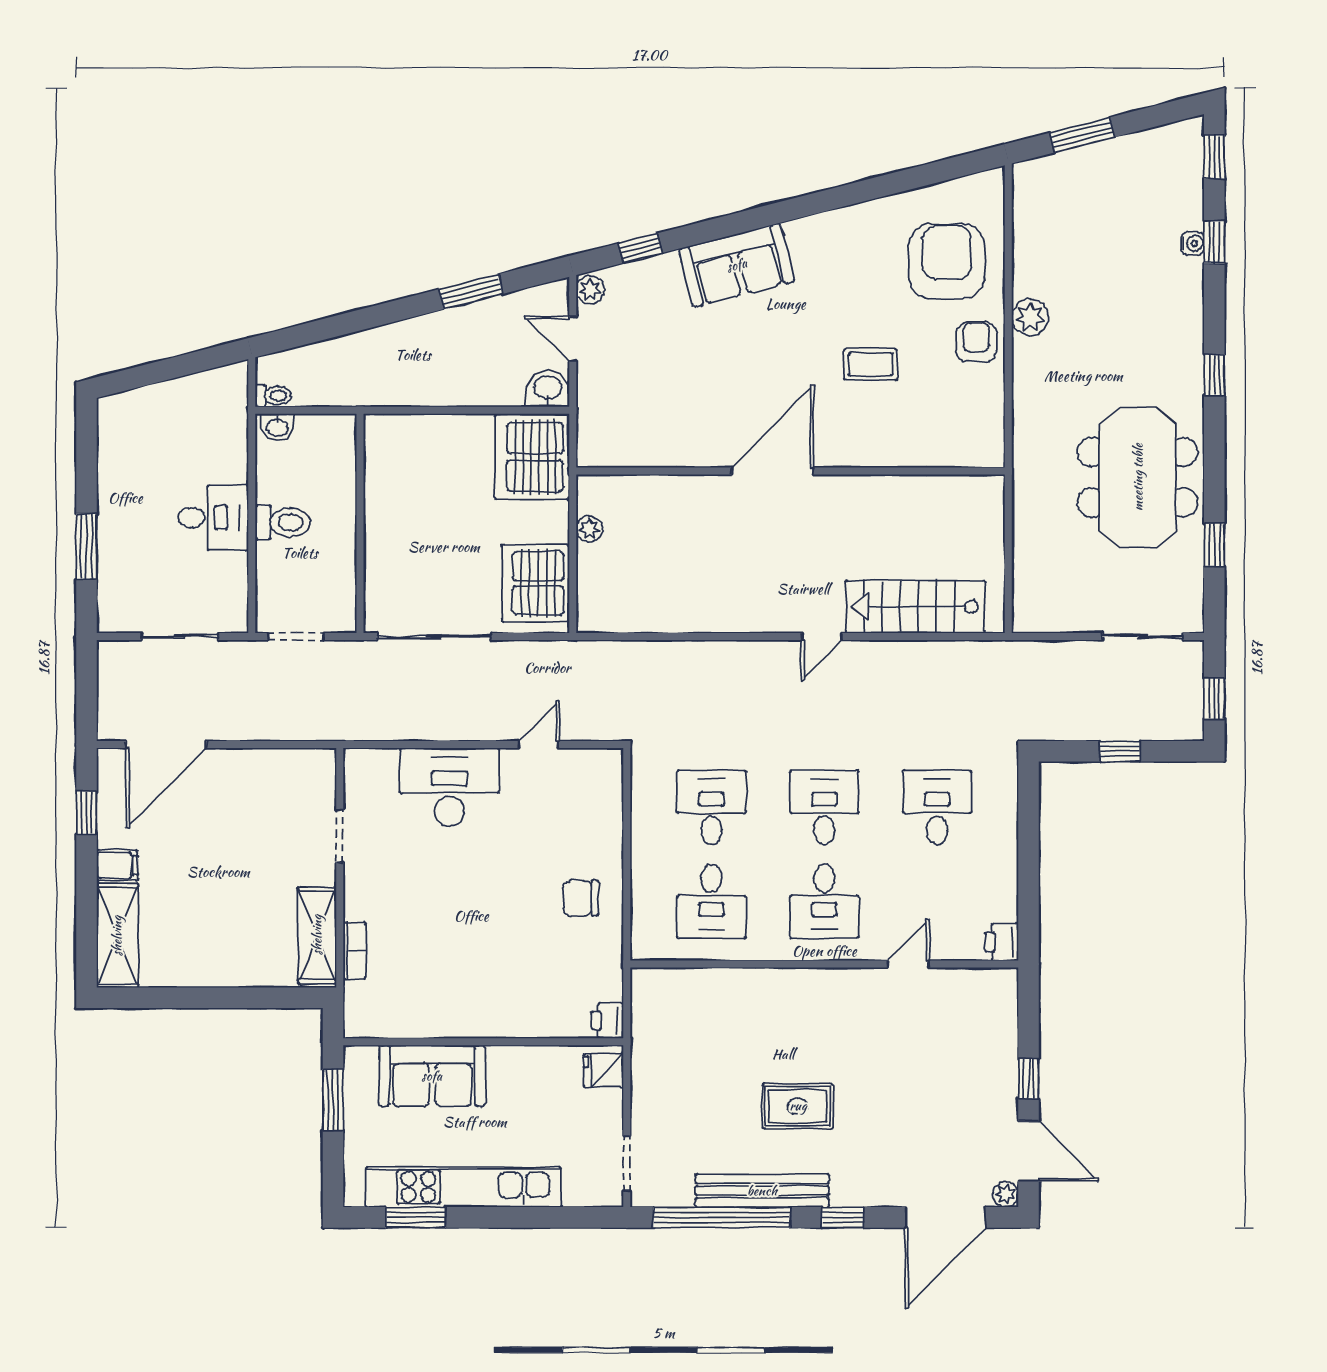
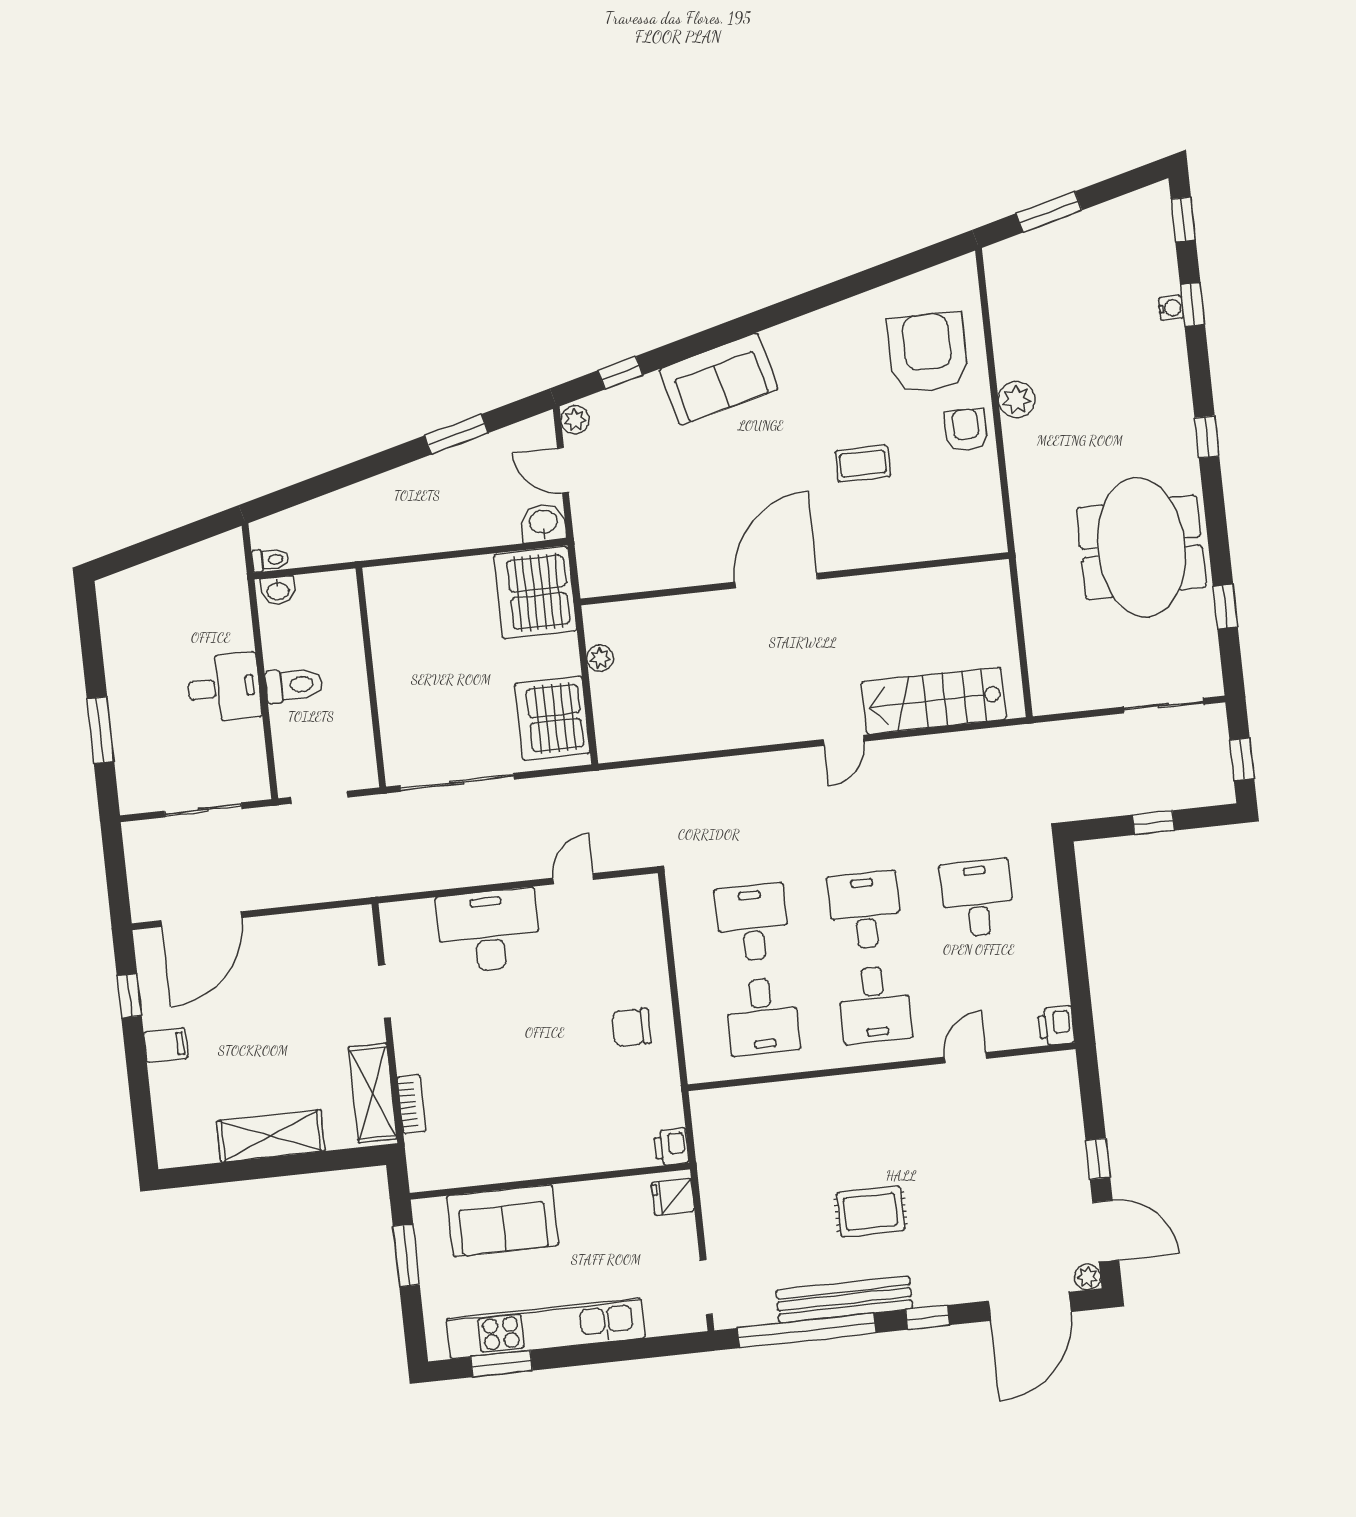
shelving: (117, 936) -> (271, 1136), moved, turned 90

